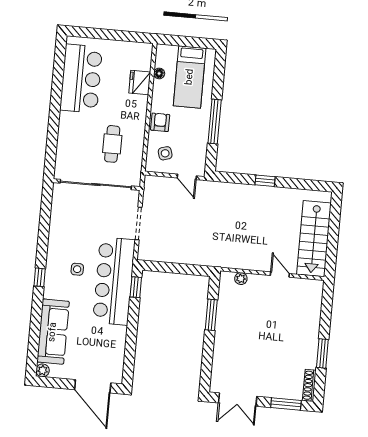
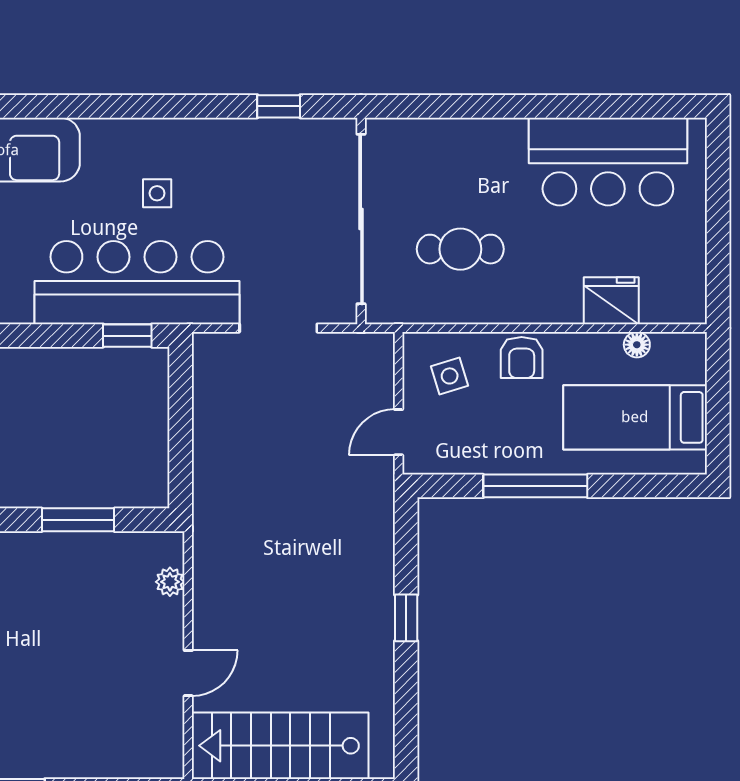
armchair: (160, 122) -> (522, 358), turned 90
window: (40, 277) -> (279, 106), moved

